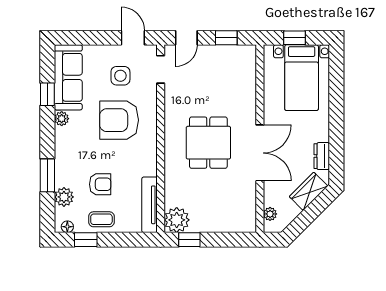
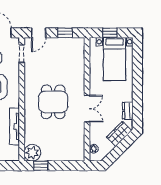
double door: (260, 153) -> (87, 109), width x0.73
tv unit: (150, 205) -> (14, 126), moved

